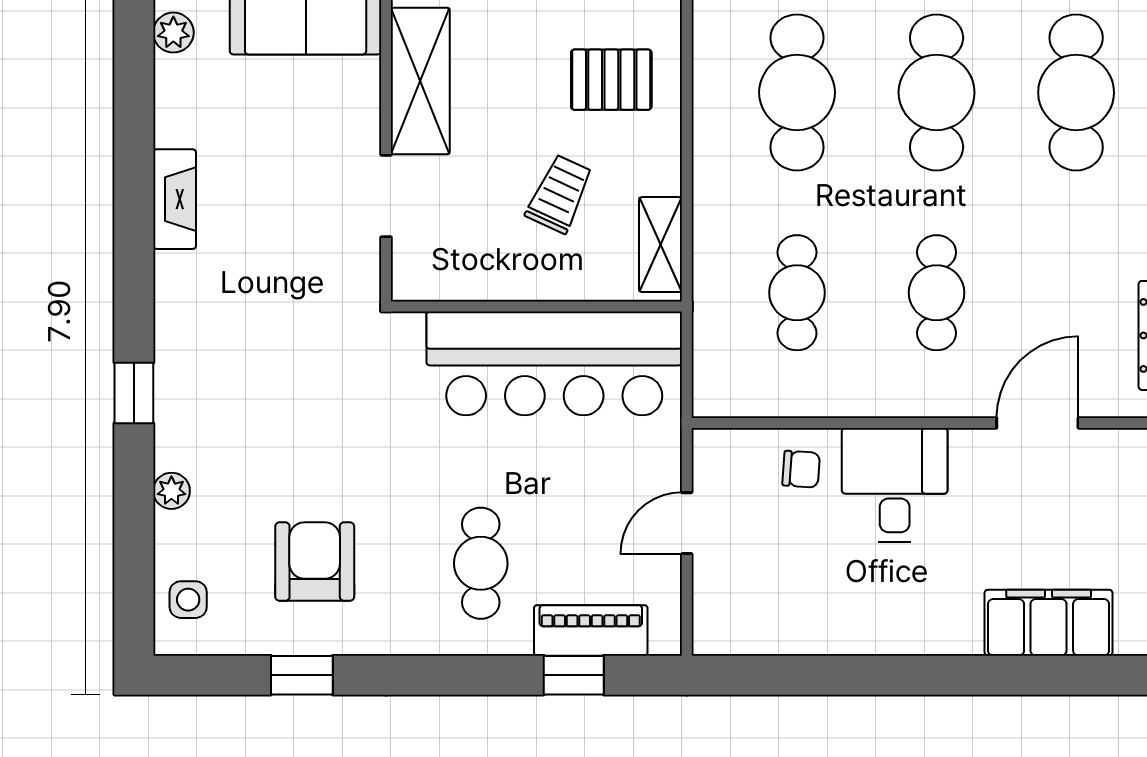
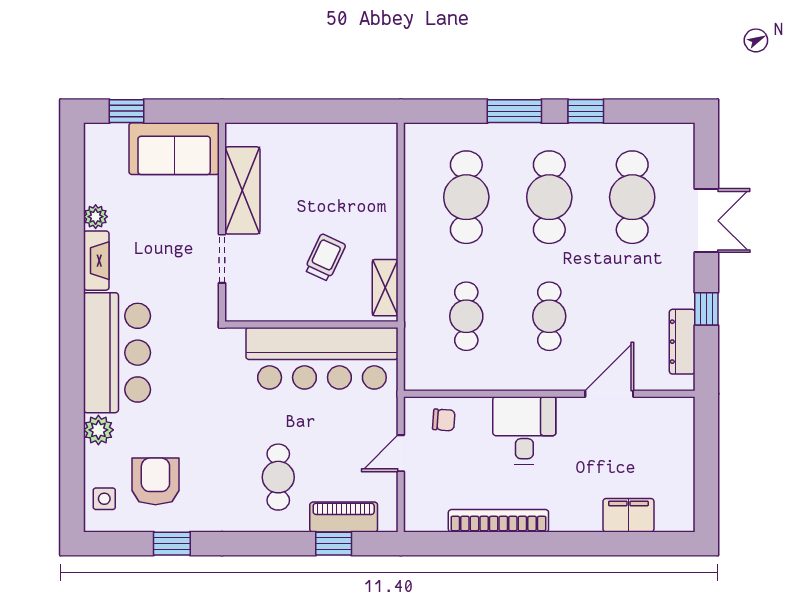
plant: (173, 33) -> (96, 217), moved
pallet: (611, 80) -> (356, 190), removed
bar counter: (209, 354) -> (117, 353), added
window: (134, 393) -> (72, 376), removed
chair: (801, 469) -> (444, 420), moved
plant: (171, 491) -> (98, 430), width x1.38, depth x1.38
armchair: (315, 562) -> (155, 481), moved
filing cabinet: (1049, 623) -> (628, 515), width x0.67, depth x0.86
bookcase: (851, 637) -> (498, 521), added

